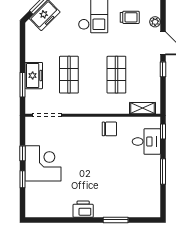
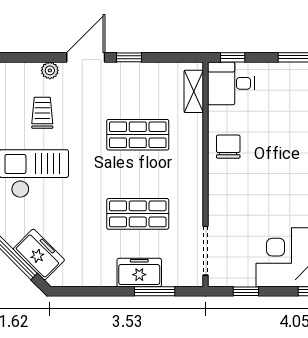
desk: (146, 142) -> (231, 83), moved, turned -90
window: (23, 153) -> (246, 291), moved

